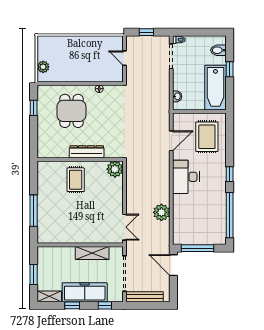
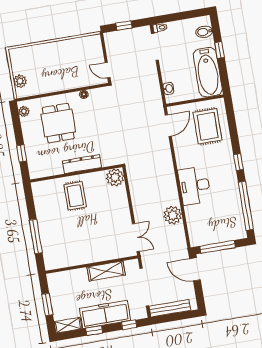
door: (125, 58) -> (108, 70), moved
plant: (42, 95) -> (24, 111), added
window: (34, 108) -> (22, 153), moved
door: (171, 141) -> (168, 126), moved
desk: (186, 177) -> (194, 186), moved

